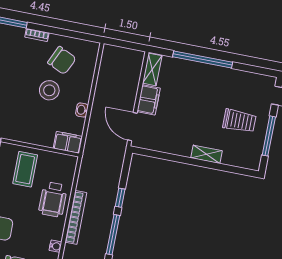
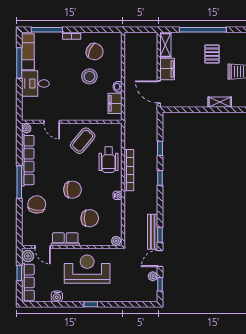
pallet: (209, 92) -> (212, 54), added
filing cabinet: (68, 142) -> (115, 103), moved, turned -90
coffee table: (25, 169) -> (83, 141), turned 40
window: (113, 235) -> (160, 178), width x0.46

